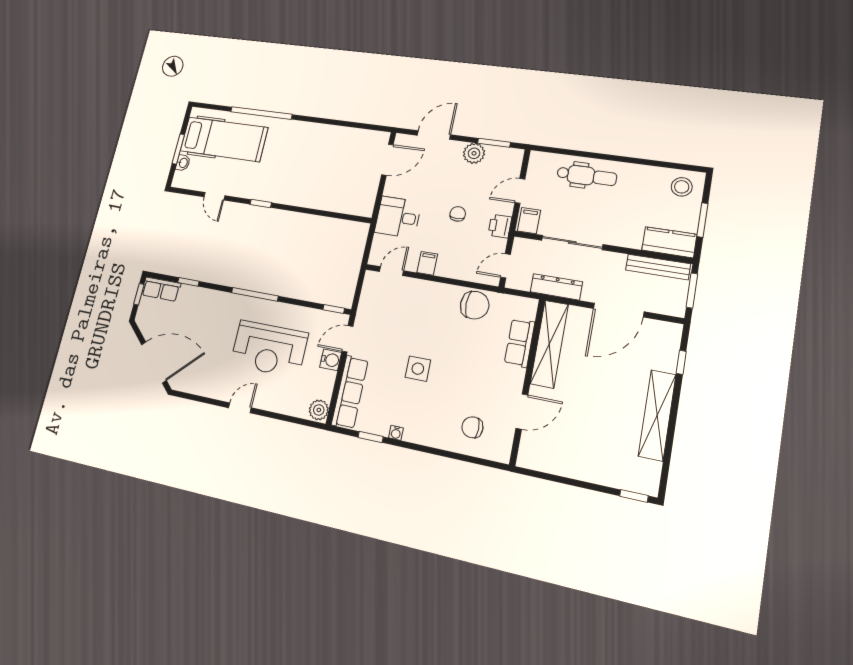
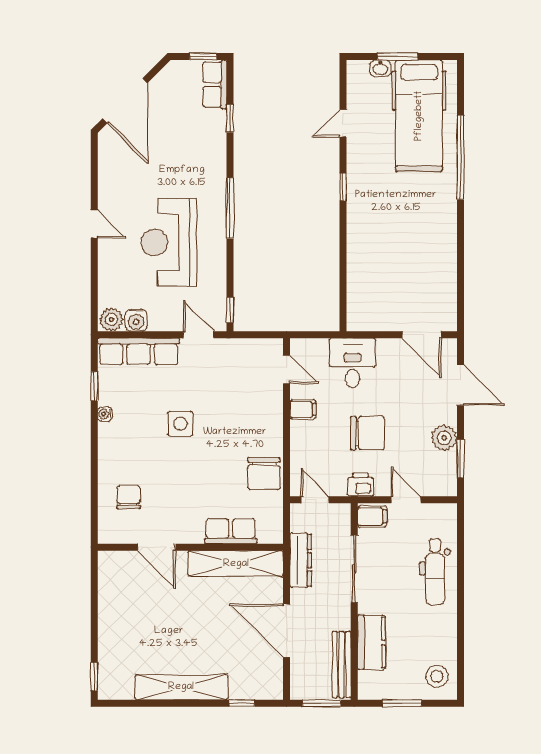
chair: (458, 214) -> (367, 433), width x1.87, depth x1.87
kitchen counter: (669, 242) -> (371, 642), moved
water cooler: (331, 360) -> (136, 320), moved

